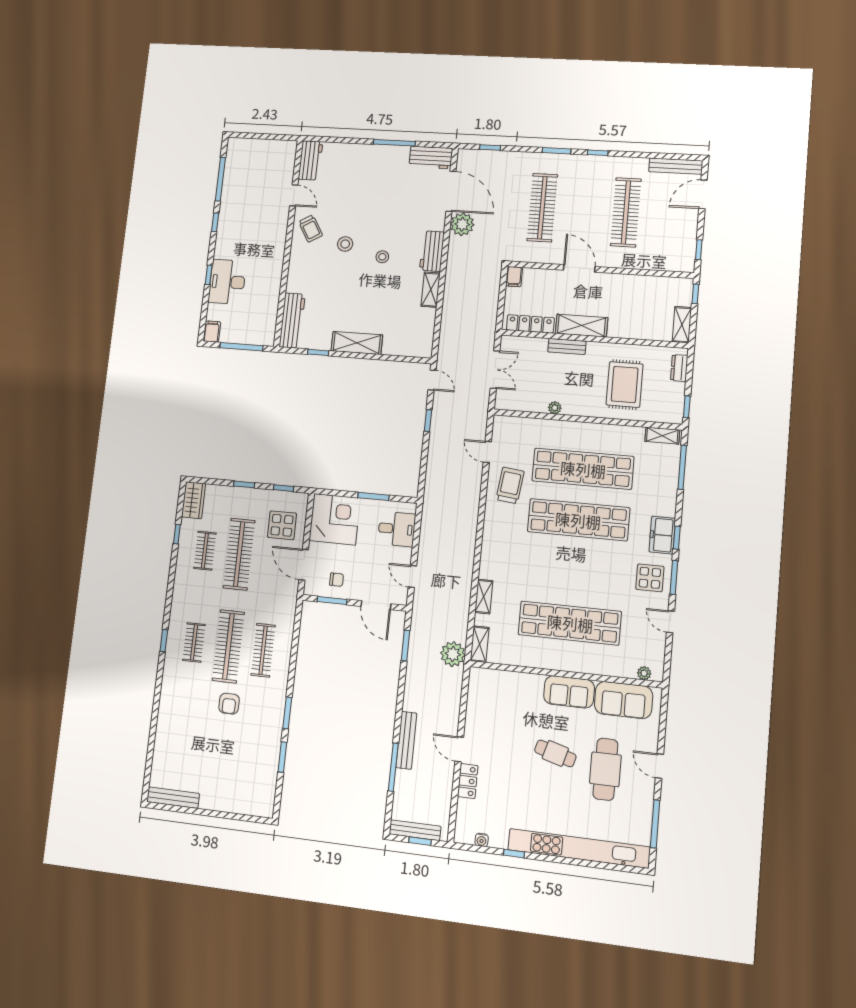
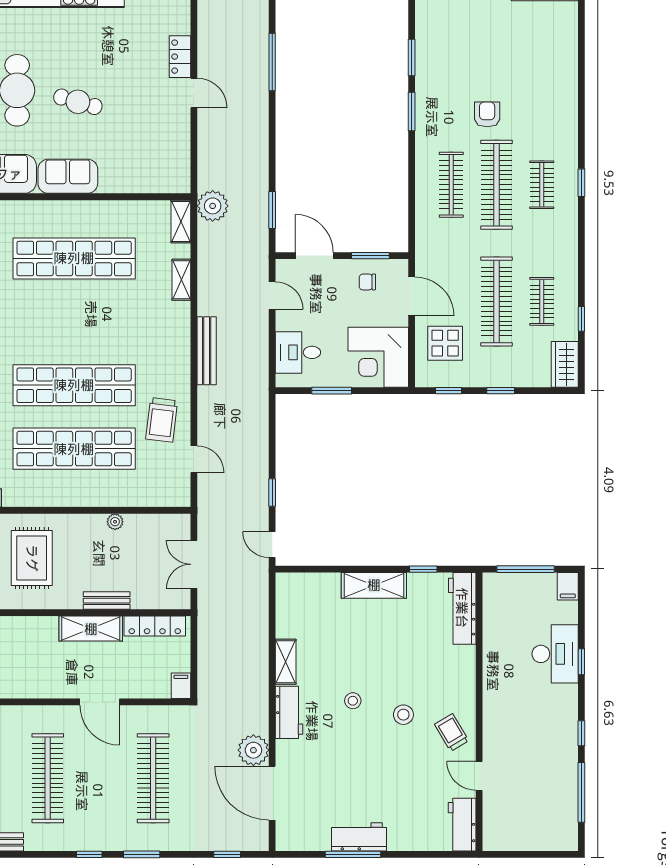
workbench: (431, 158) -> (359, 837), moved
bench: (406, 740) -> (207, 351), moved

